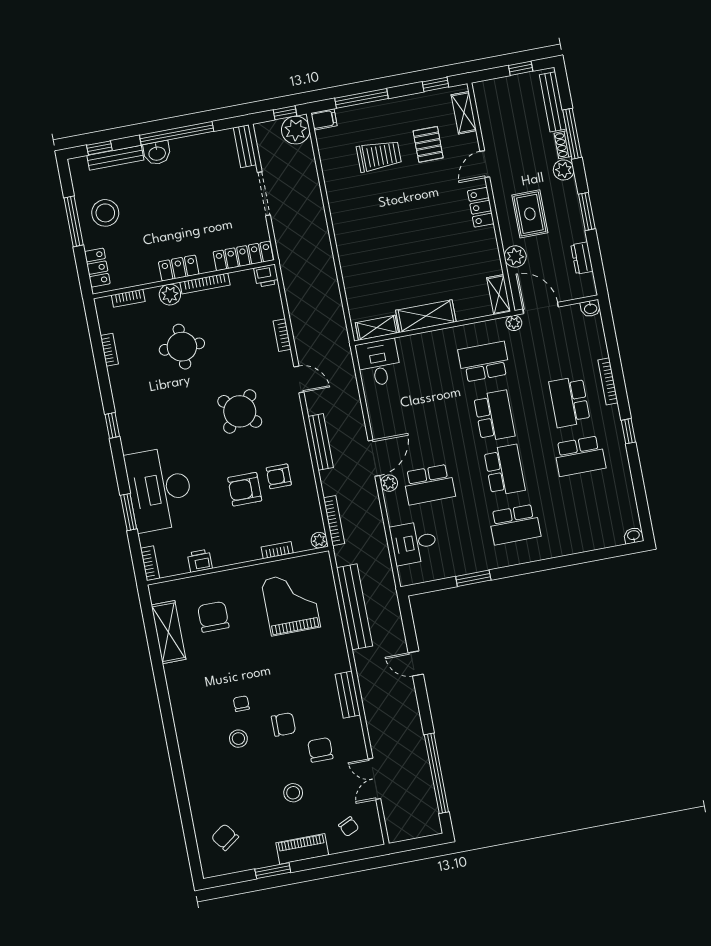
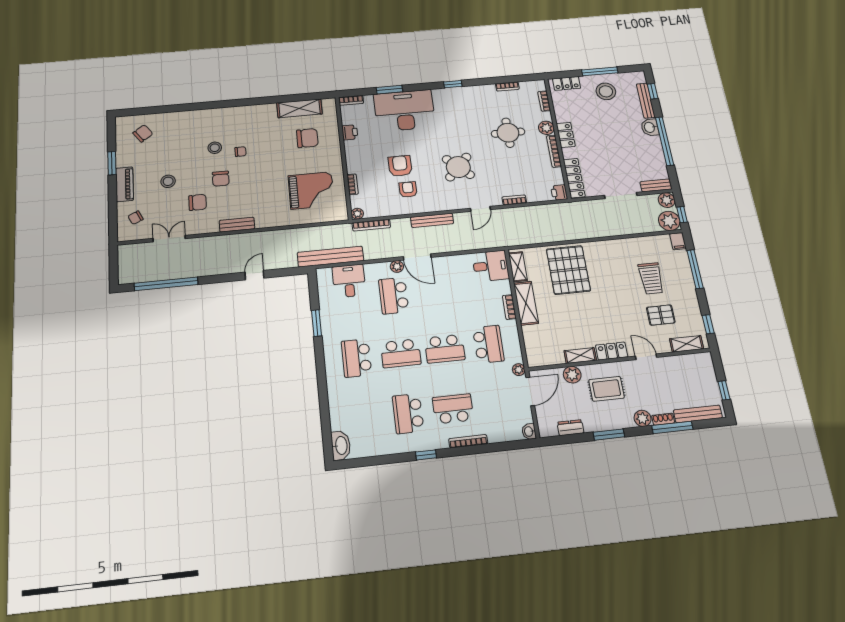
plant: (265, 133) -> (667, 200), added
pallet: (376, 263) -> (568, 270), added
shelving: (499, 295) -> (580, 355), moved
bookcase: (433, 337) -> (509, 307), added
washbasin: (634, 536) -> (341, 445), width x1.91, depth x1.45
bench: (355, 607) -> (330, 257), moved

